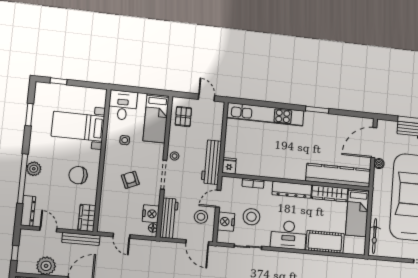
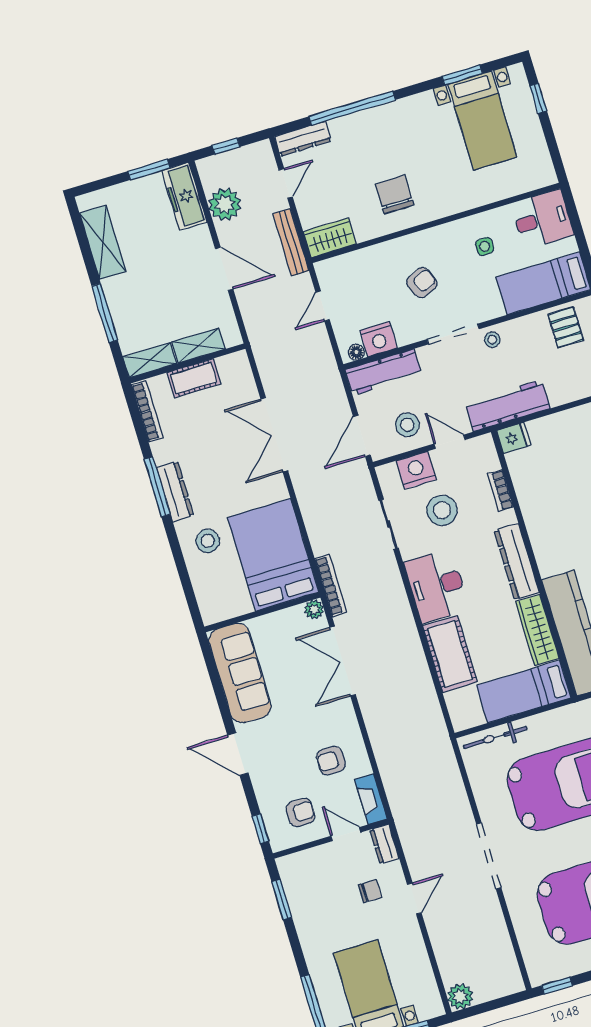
pallet: (183, 117) -> (566, 327), turned 90
bed with nightstands: (78, 126) -> (482, 121), moved, turned 180
plant: (34, 169) -> (376, 119), removed

